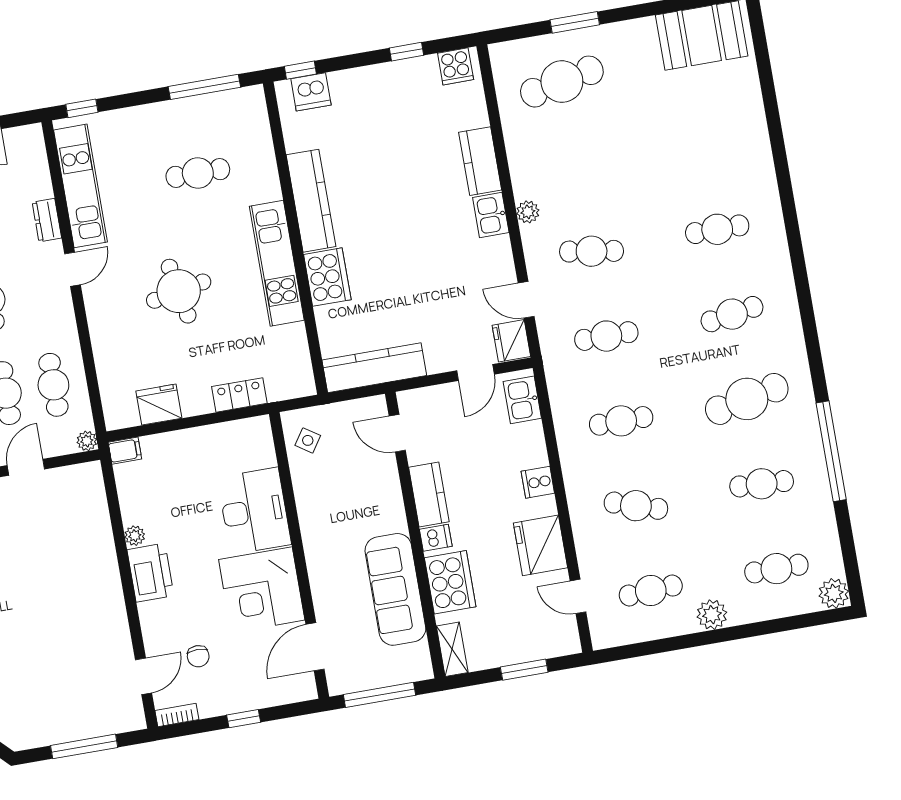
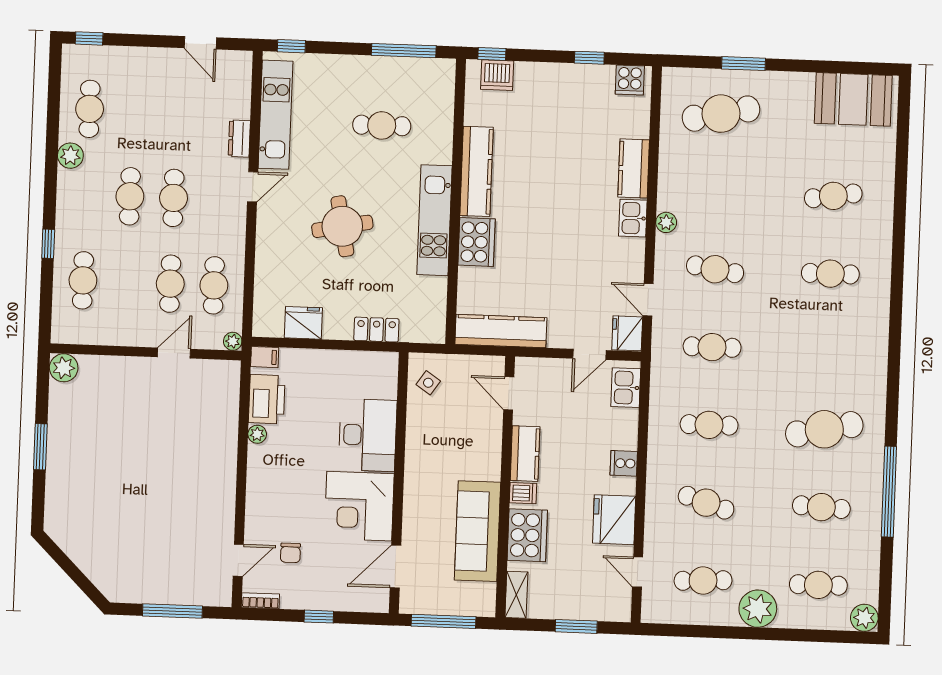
cafe table: (732, 314) -> (833, 196), moved
printer: (150, 573) -> (267, 399), moved
plant: (712, 615) -> (758, 609), width x1.36, depth x1.36

